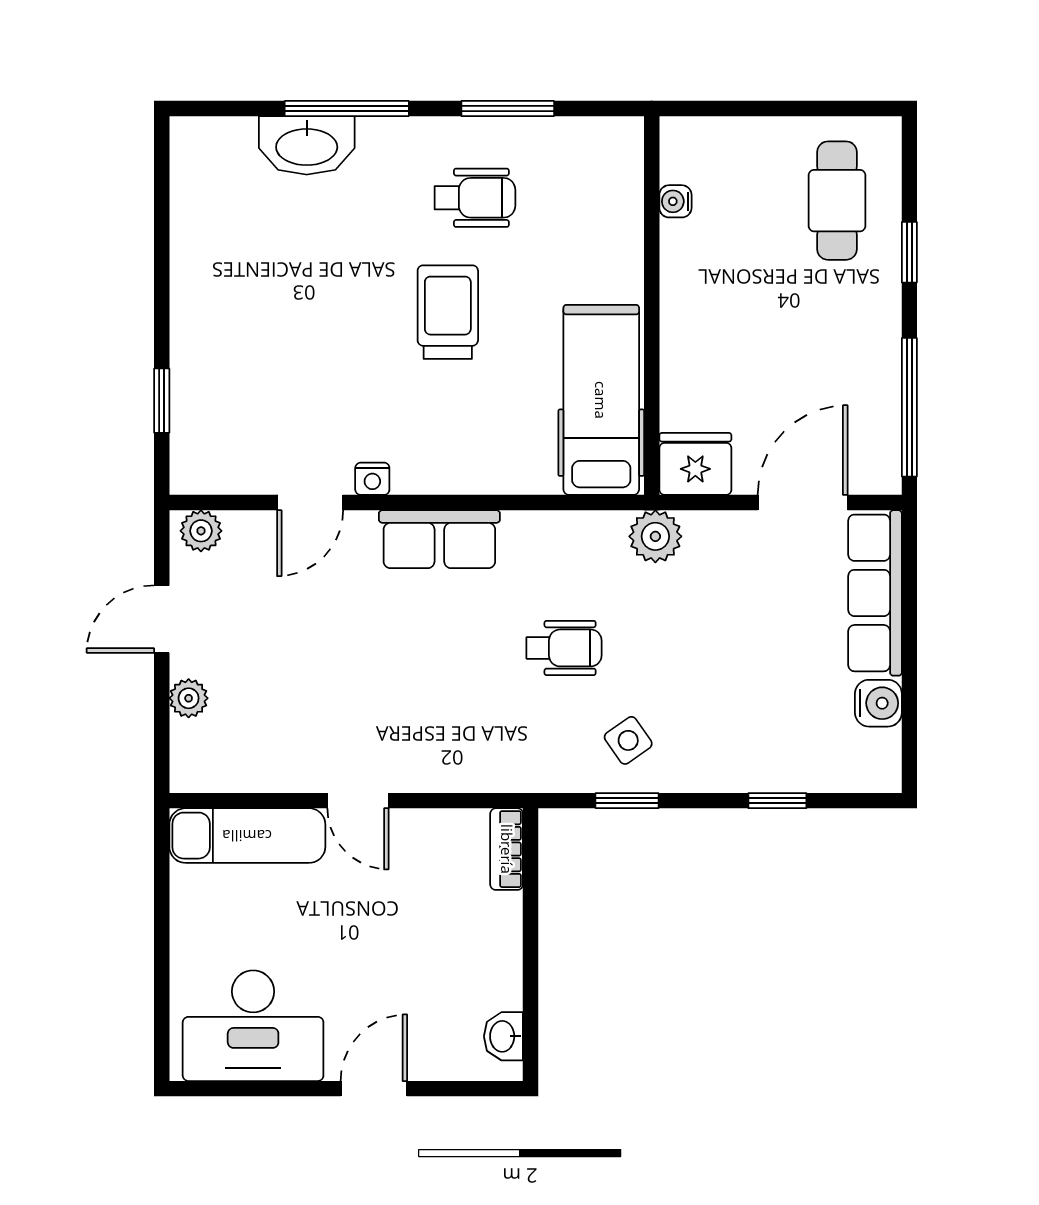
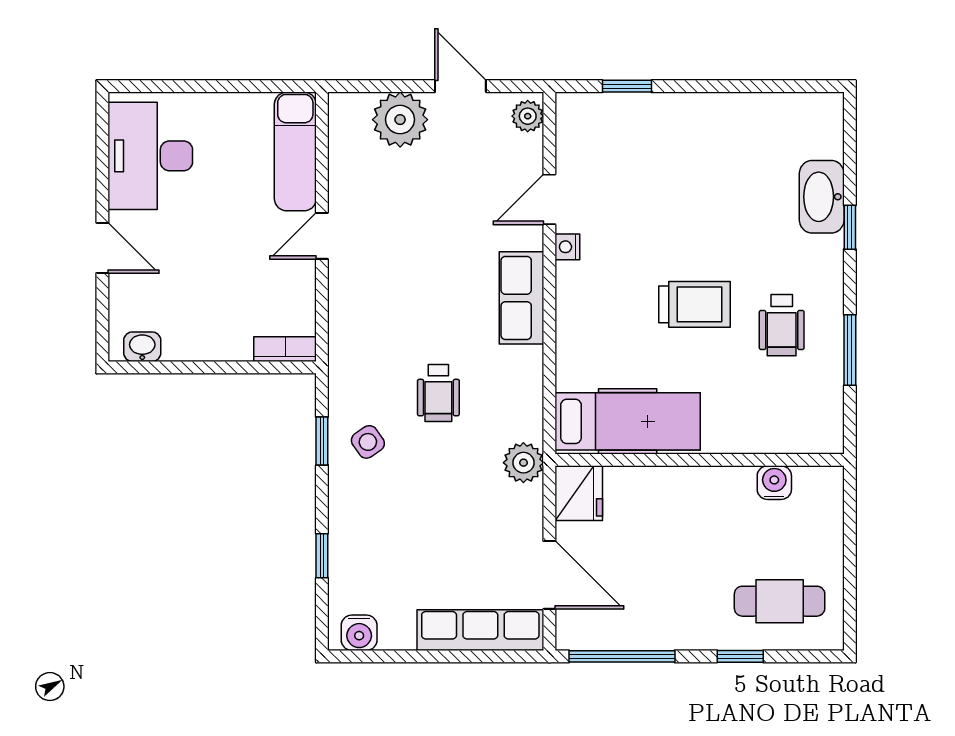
window: (347, 108) -> (850, 227), width x0.46
water cooler: (675, 201) -> (774, 483), width x1.38, depth x1.38
door: (310, 503) -> (549, 199), hinge flipped
plant: (189, 698) -> (400, 120), width x1.88, depth x1.88
water cooler: (878, 703) -> (359, 633), moved

